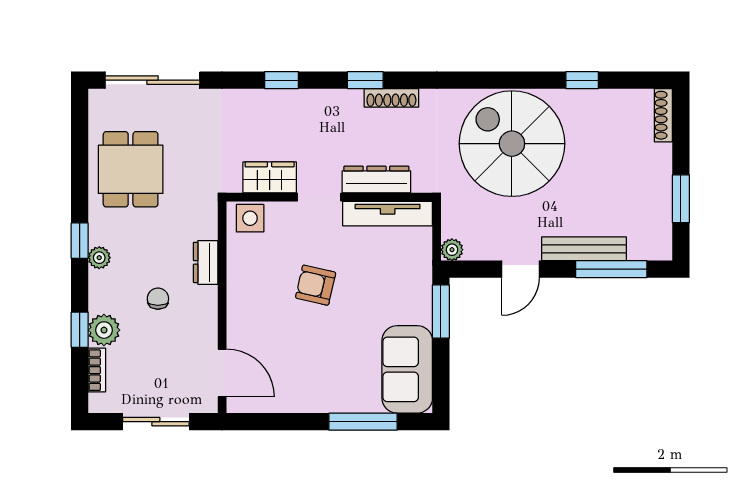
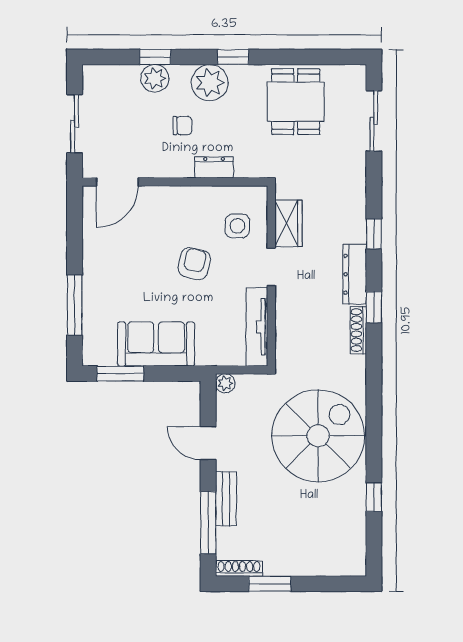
sliding door: (153, 80) -> (374, 121), width x0.73
shoe rack: (663, 115) -> (239, 568), moved
dining table: (131, 169) -> (296, 102), turned 90
dresser: (376, 180) -> (355, 274), moved, turned 180
side table: (250, 218) -> (237, 226), moved
bench: (584, 249) -> (226, 499), width x0.73
plant: (99, 258) -> (210, 83), width x1.88, depth x1.88
window: (441, 312) -> (120, 374), moved
sofa: (407, 369) -> (156, 344), moved
bookcase: (97, 370) -> (120, 72), removed

